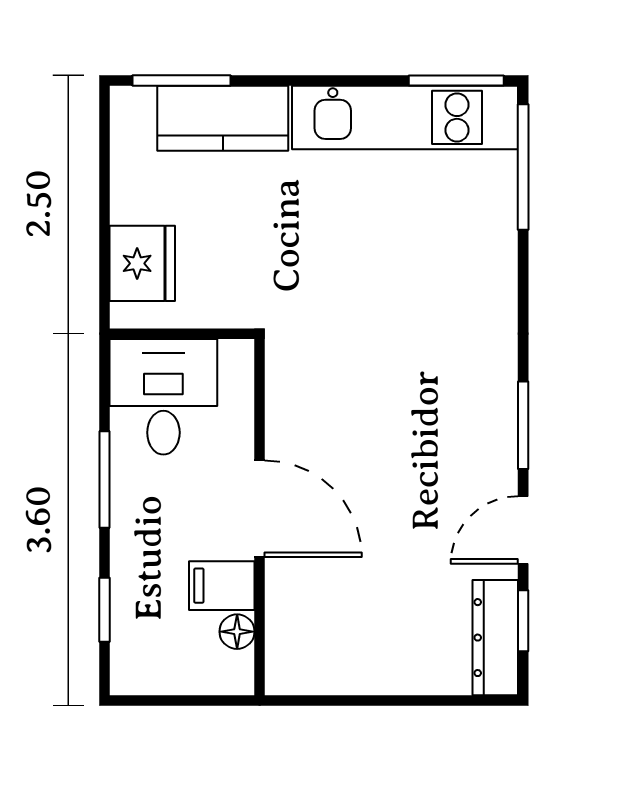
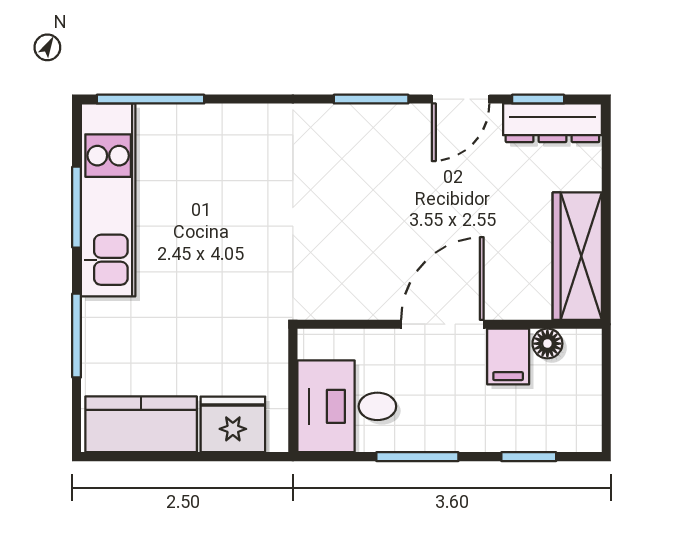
window: (181, 80) -> (77, 336), moved
window: (456, 80) -> (77, 207), moved
kitchen counter: (223, 118) -> (141, 424), moved, turned -90
door: (523, 530) -> (461, 99), hinge flipped
wardrobe: (339, 667) -> (577, 256), added

